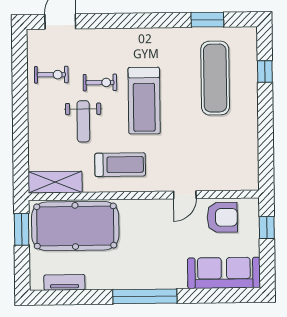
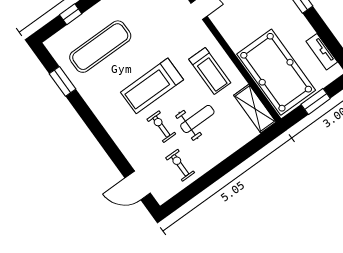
treadmill: (144, 101) -> (152, 86), turned 180
treadmill: (120, 165) -> (210, 71), turned 180
window: (22, 229) -> (316, 101), moved

